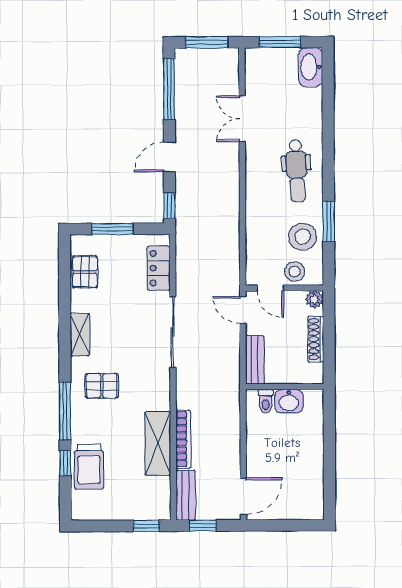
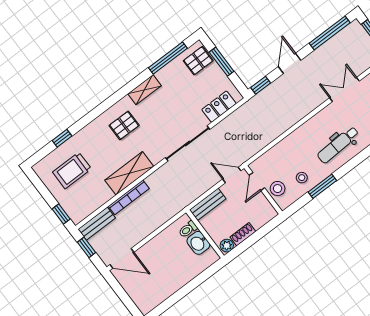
door: (169, 157) -> (290, 63), hinge flipped
stool: (302, 237) -> (302, 178), width x0.53, depth x0.53
pallet: (85, 272) -> (198, 61), moved
plant: (315, 299) -> (227, 246), moved
door: (243, 310) -> (232, 175), hinge flipped
shoe rack: (316, 339) -> (243, 234), width x0.70
pallet: (102, 386) -> (124, 125), turned 90
window: (65, 411) -> (168, 58), moved
shelving: (158, 444) -> (129, 173), moved
trolley: (89, 467) -> (72, 170), moved

